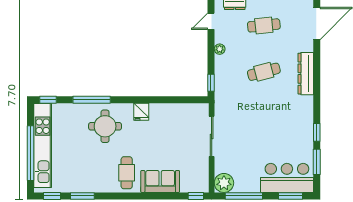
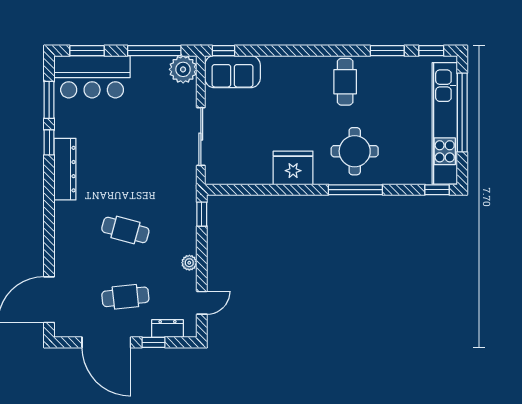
cafe table: (264, 72) -> (125, 230), turned 30
dresser: (306, 74) -> (65, 169), moved
window: (92, 100) -> (355, 190), moved
fridge: (141, 112) -> (293, 168), width x1.88, depth x1.34
cafe table: (127, 173) -> (345, 82), moved
sofa: (160, 181) -> (232, 72), moved

